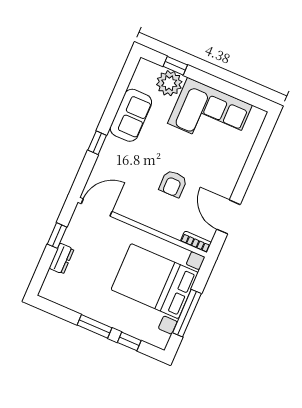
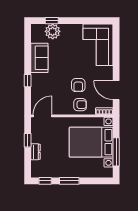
corner sofa: (210, 114) -> (98, 45), moved, turned 90
armchair: (163, 215) -> (80, 105), added
window: (129, 341) -> (45, 181), moved

